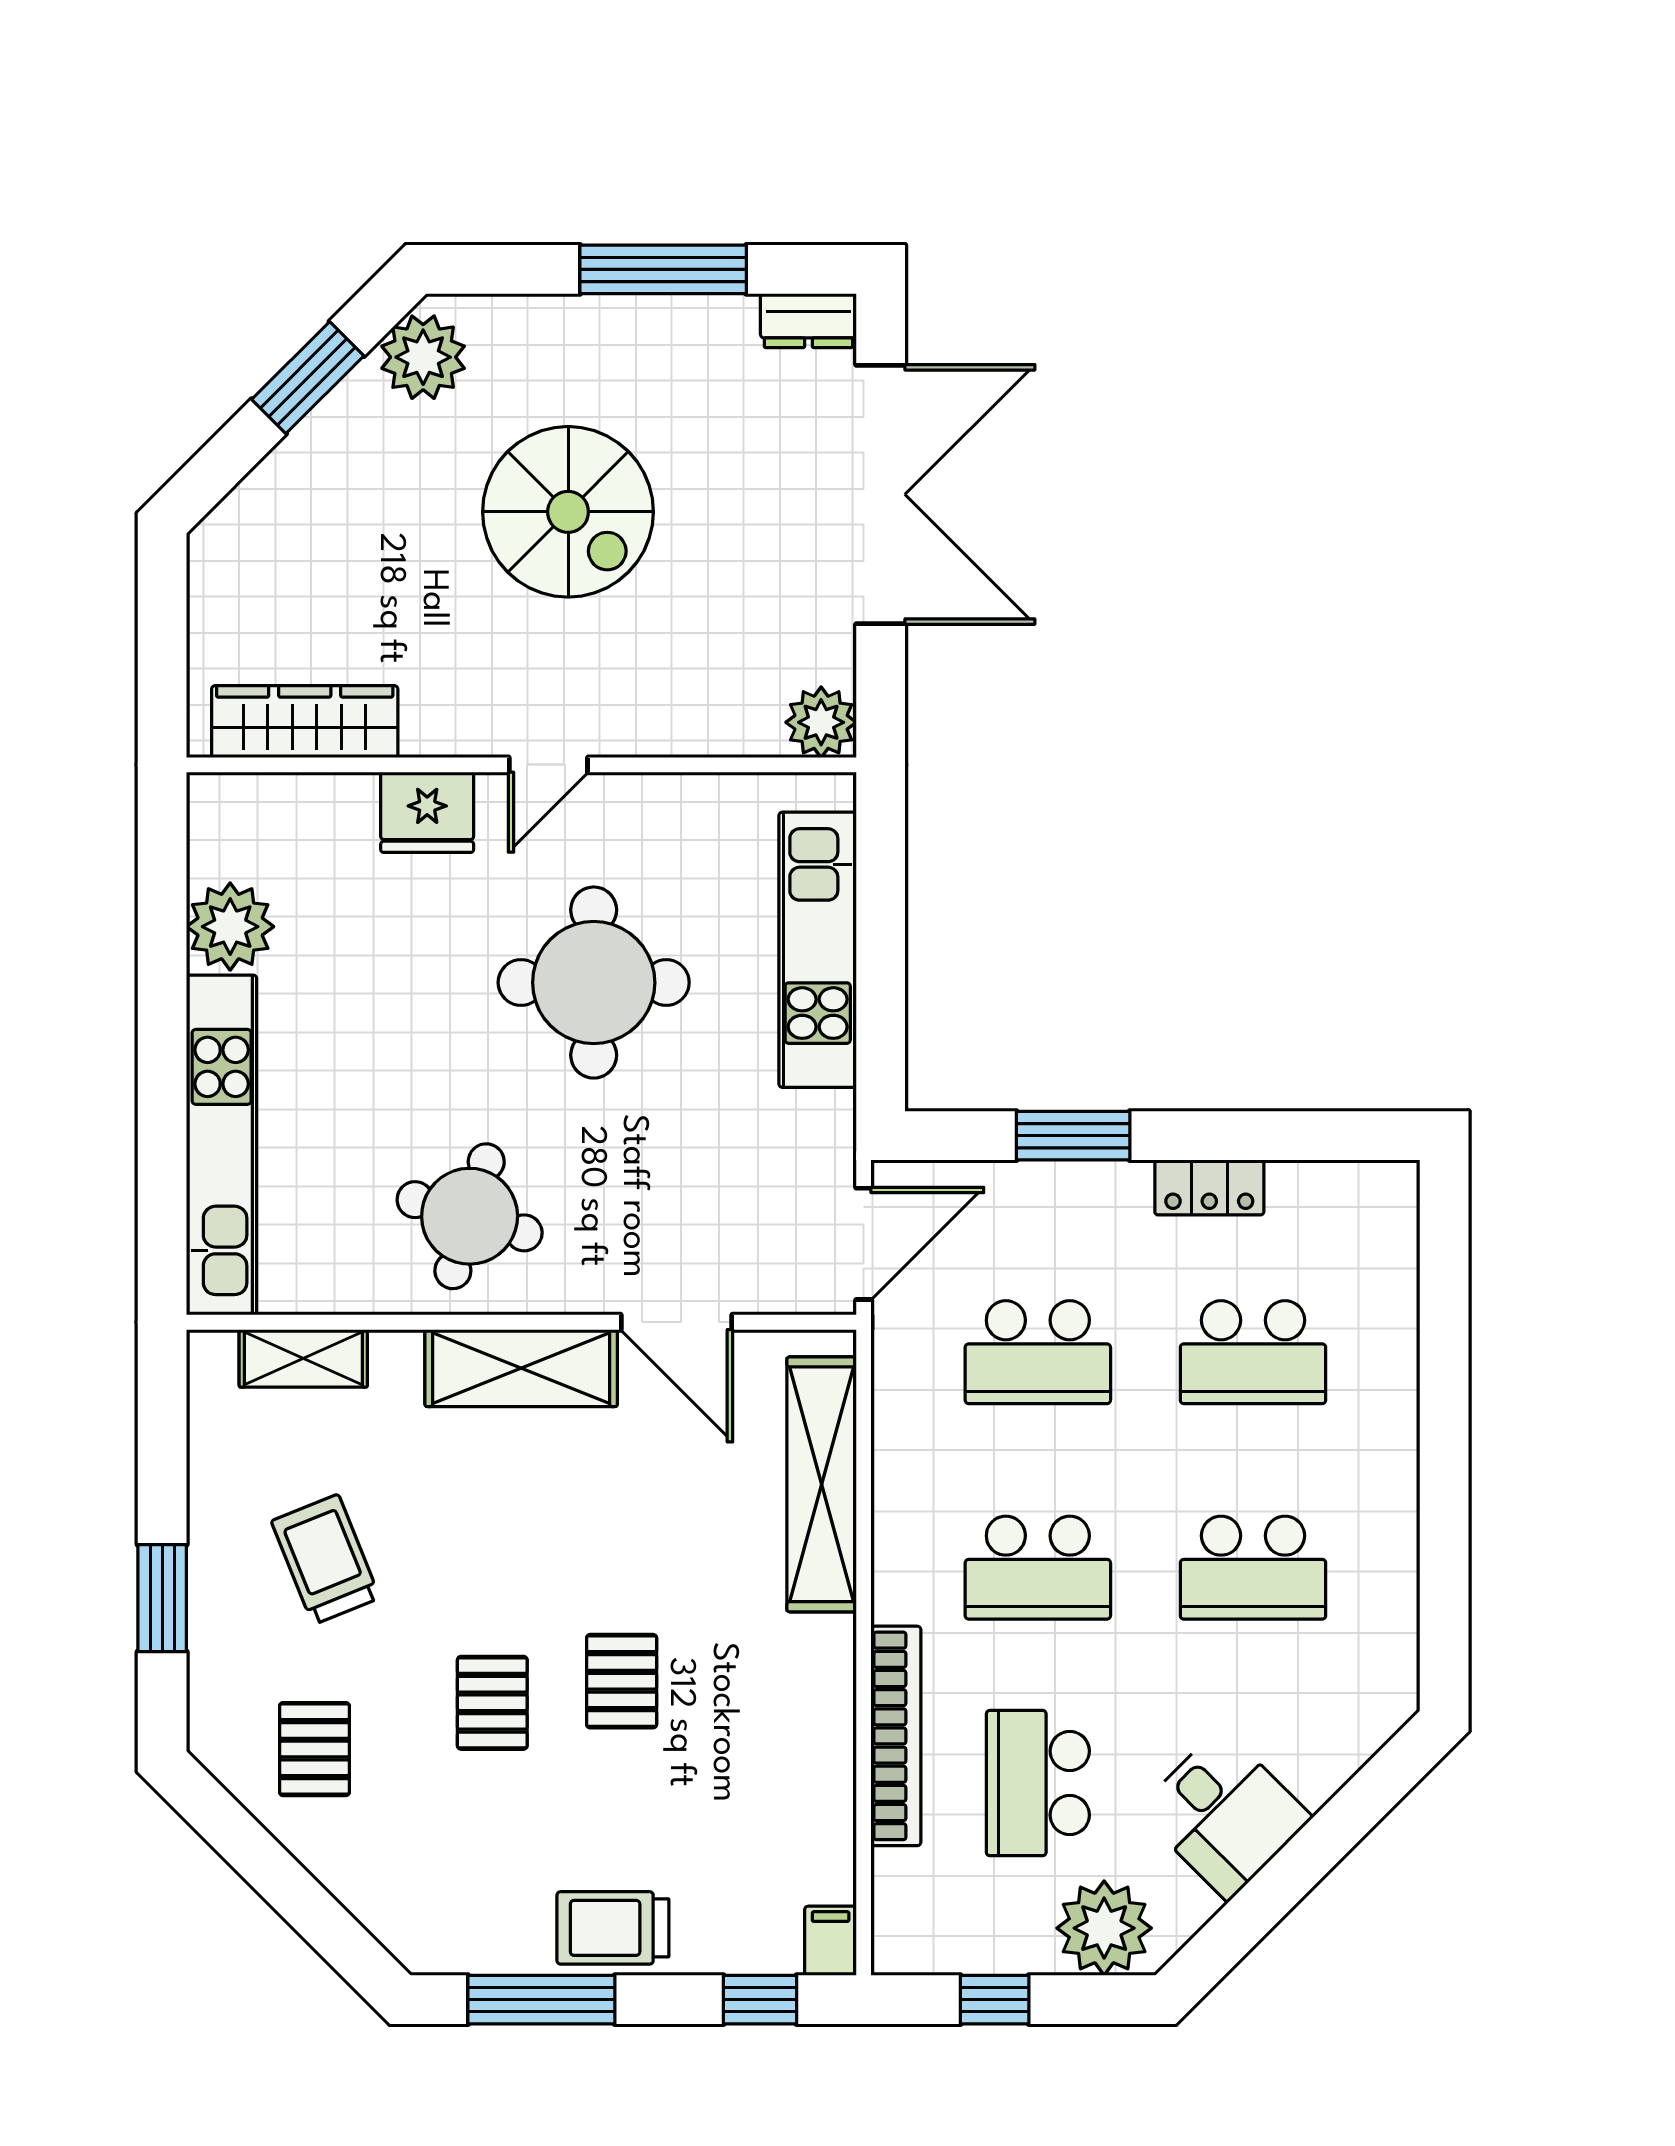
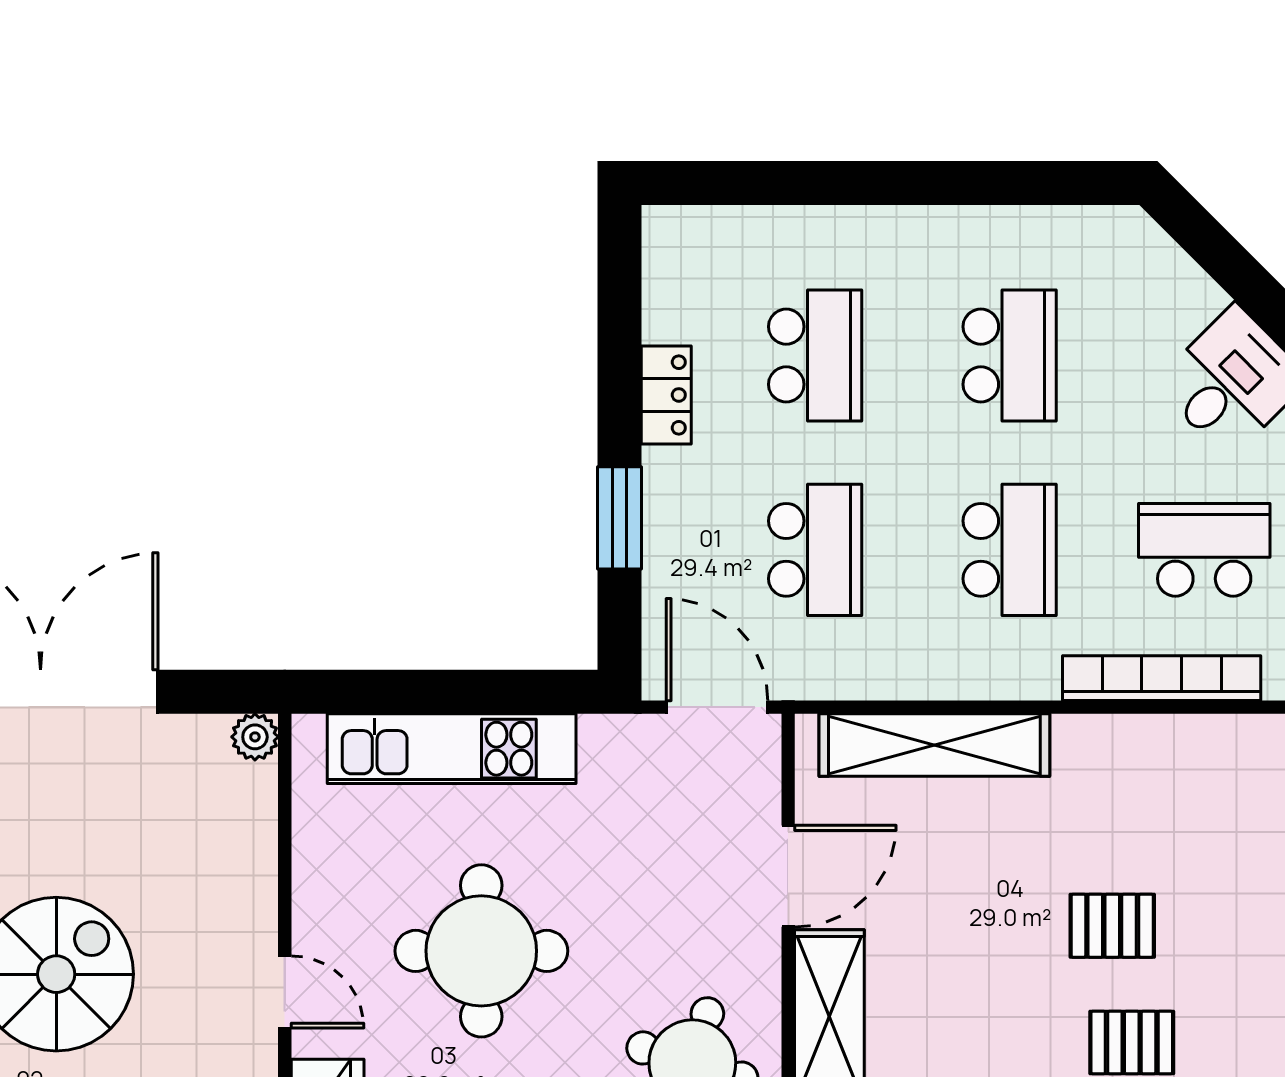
plant: (821, 722) -> (255, 737), width x0.73, depth x0.73
school desk: (1038, 1783) -> (1204, 550), turned 180

